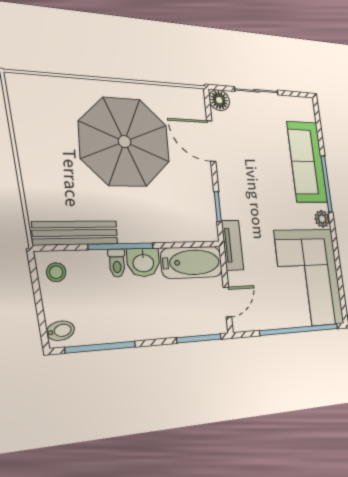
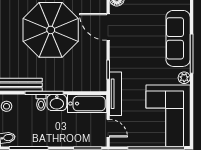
tv unit: (233, 245) -> (116, 94), width x1.41
door: (227, 302) -> (108, 128), hinge flipped

